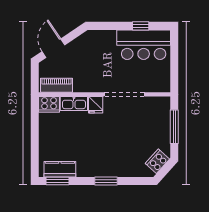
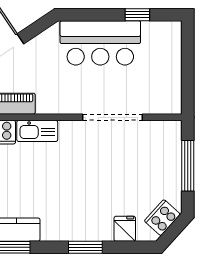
bar counter: (144, 45) -> (100, 43), moved
fridge: (96, 105) -> (125, 229), moved, turned 180

